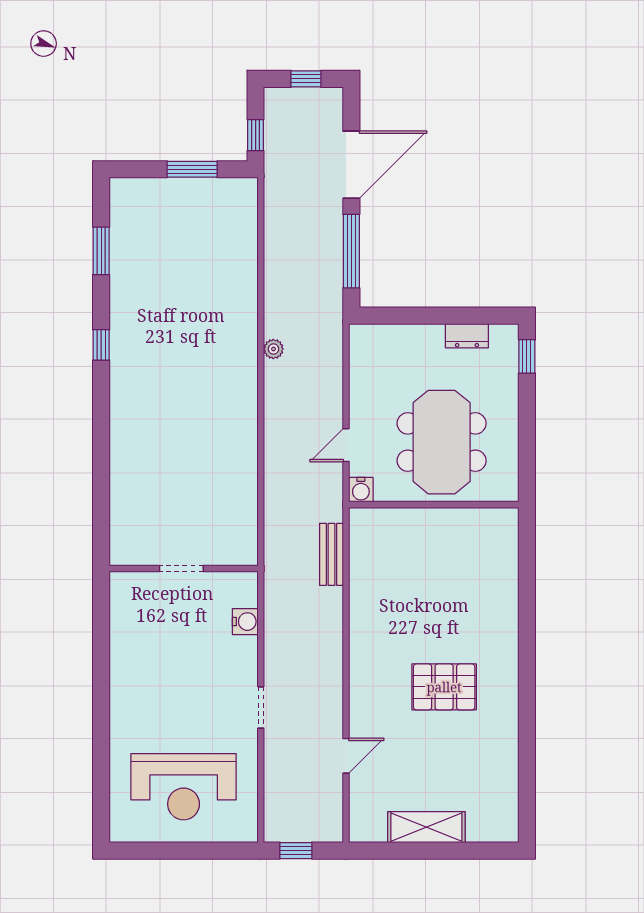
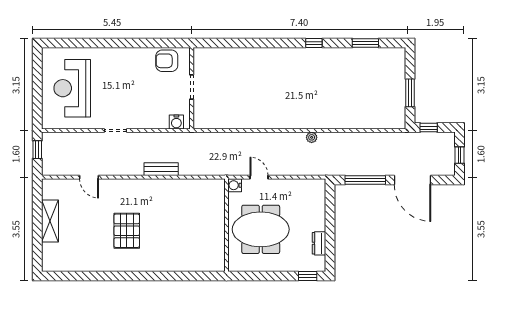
bench: (331, 554) -> (161, 169), moved
armchair: (133, 614) -> (167, 61), added
water cooler: (245, 622) -> (176, 122), moved

